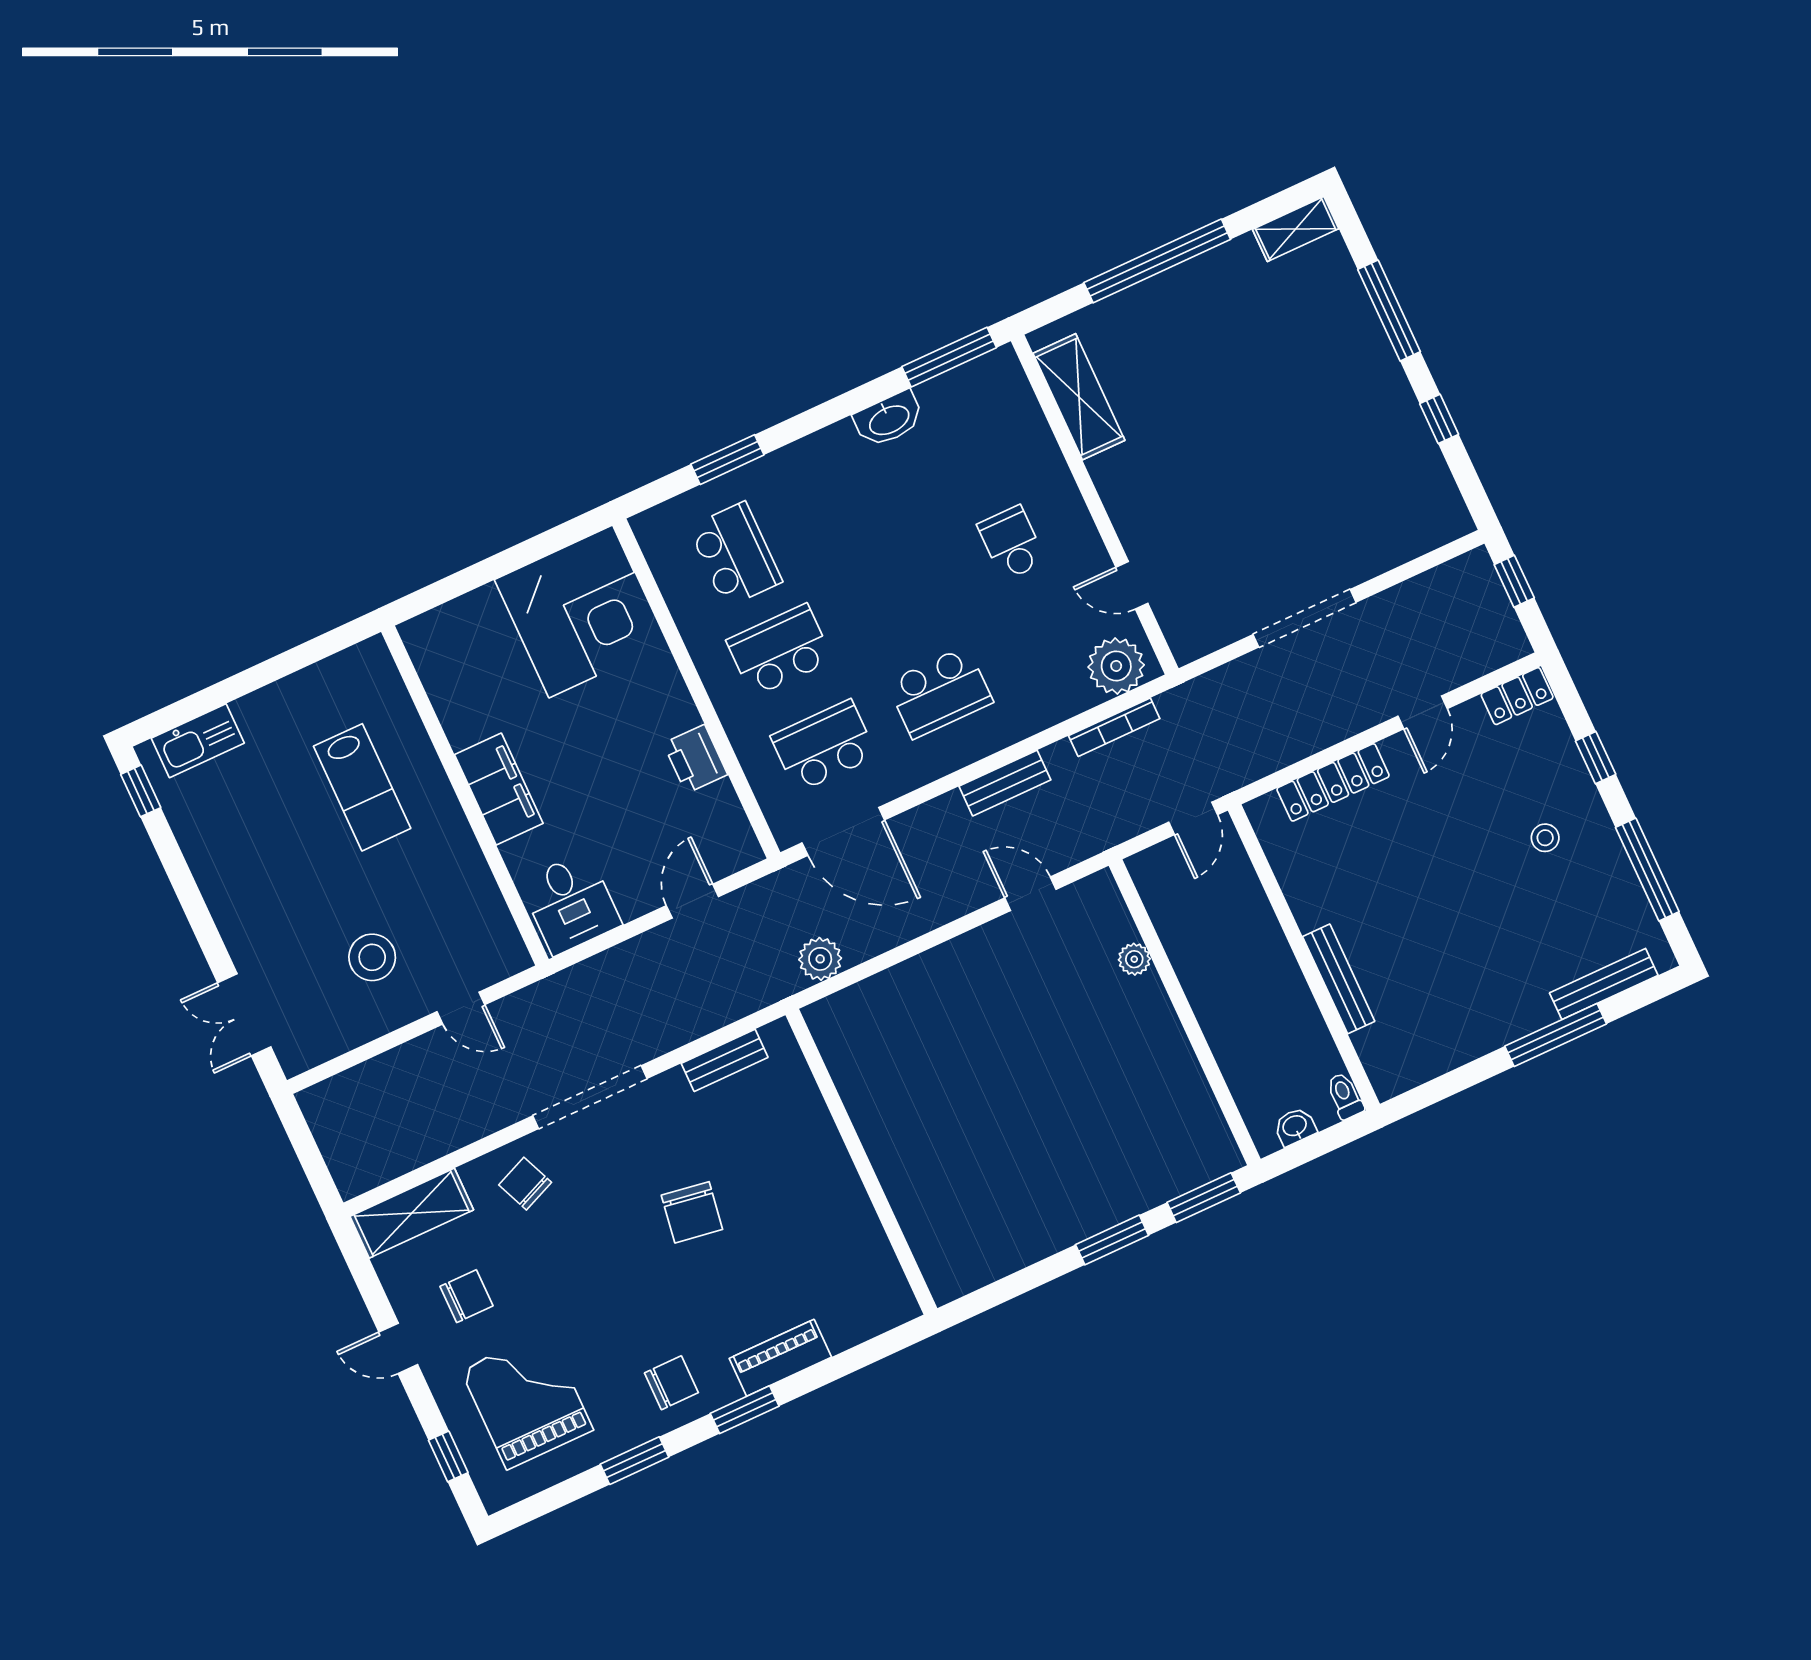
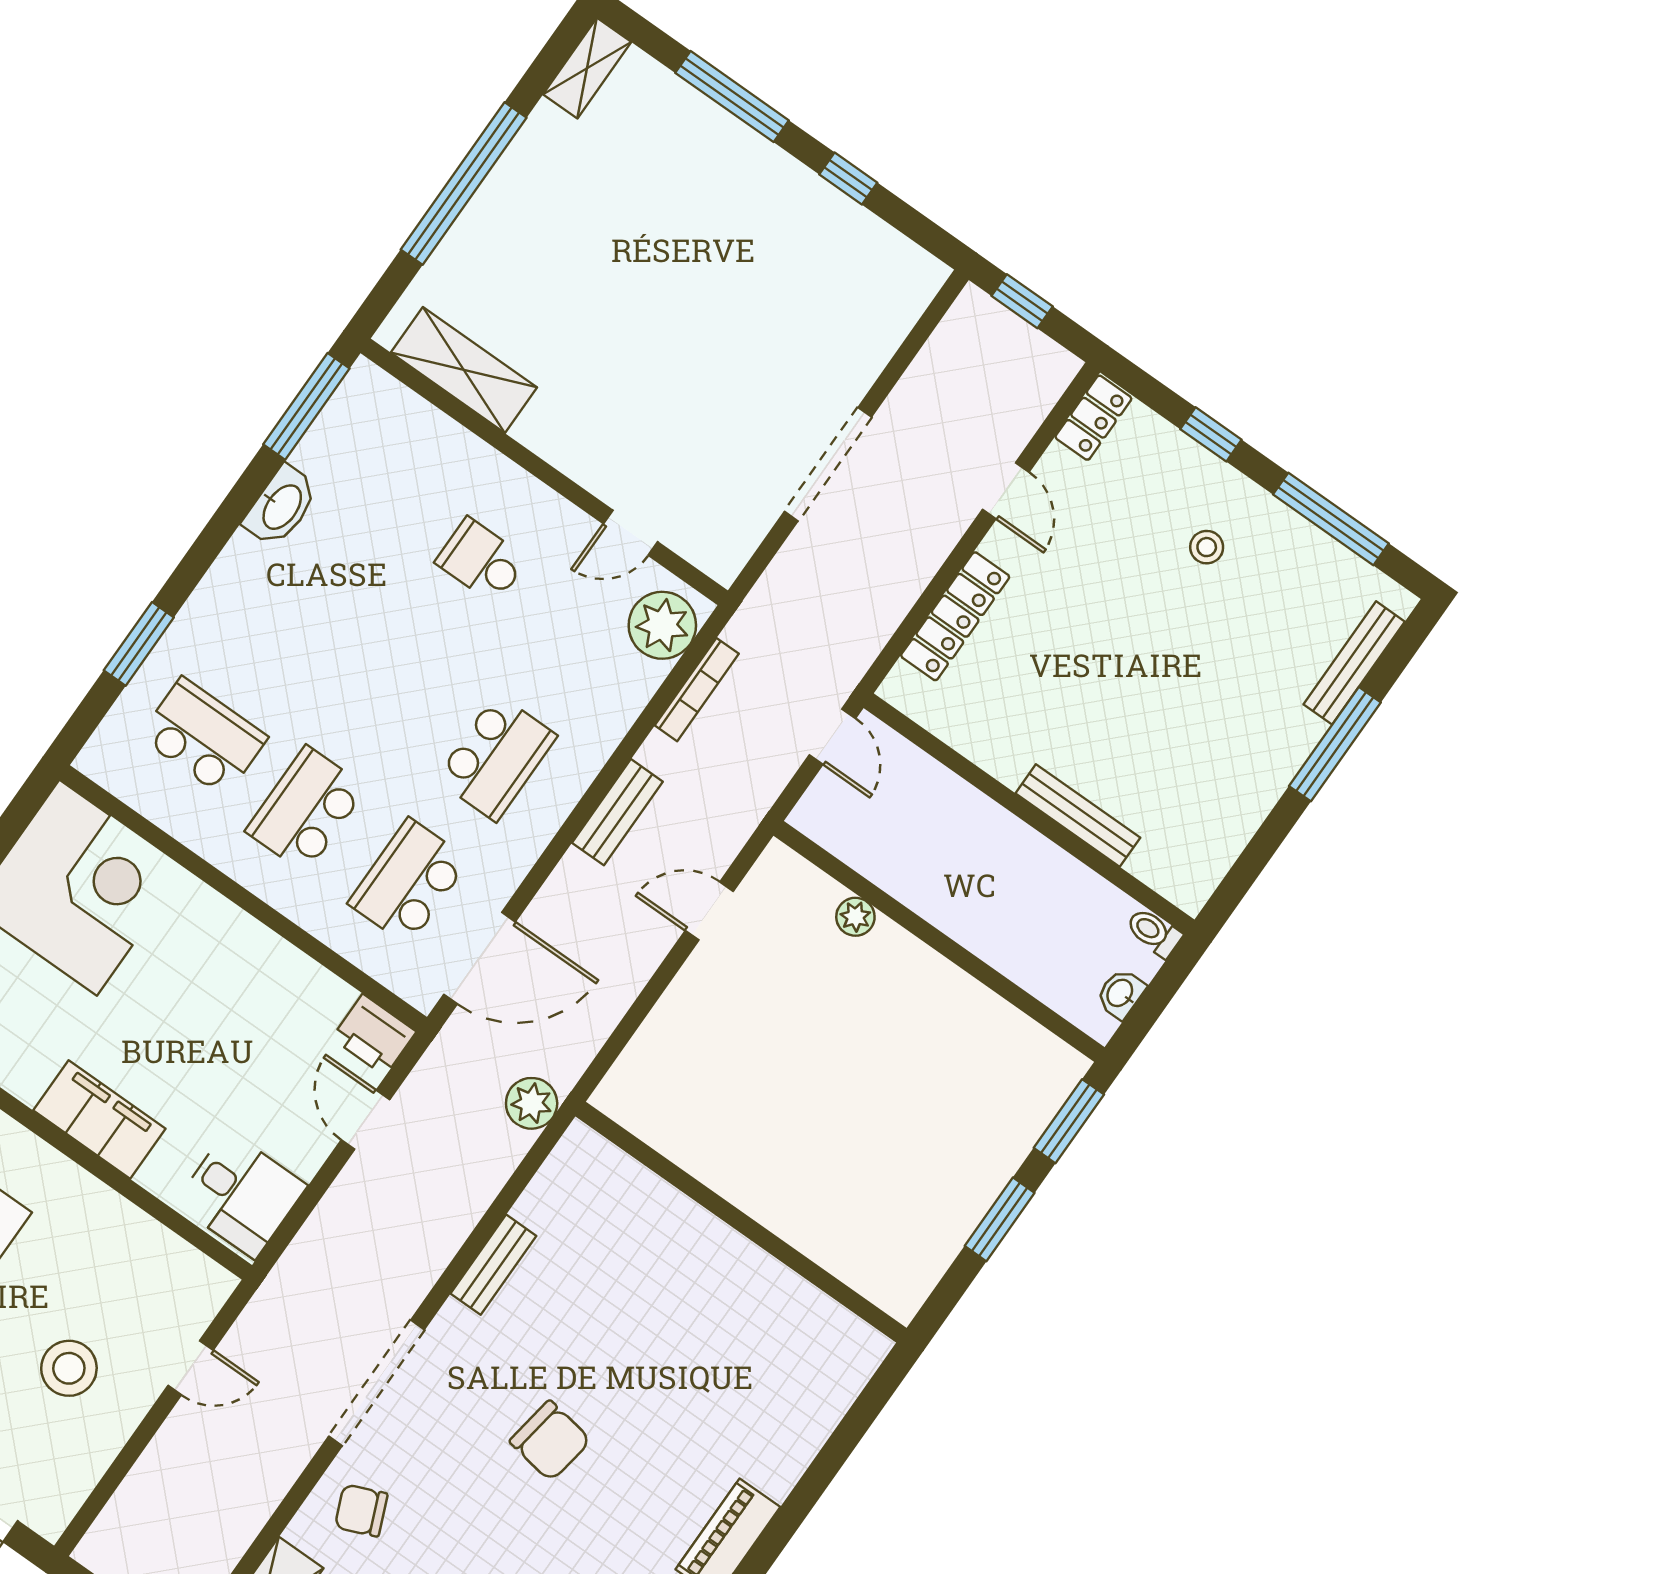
printer: (695, 759) -> (374, 1035), moved
wall: (861, 1162) -> (741, 1222), moved

